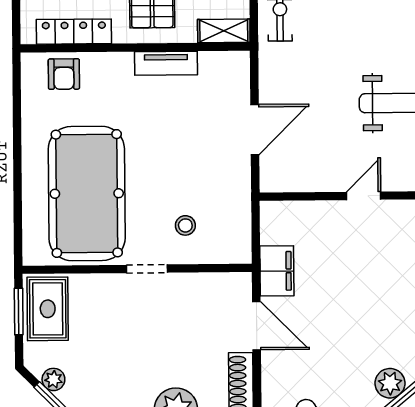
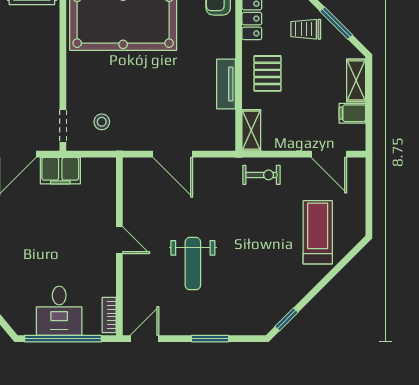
stool: (185, 225) -> (102, 122), moved
doorway: (147, 269) -> (63, 126), moved

